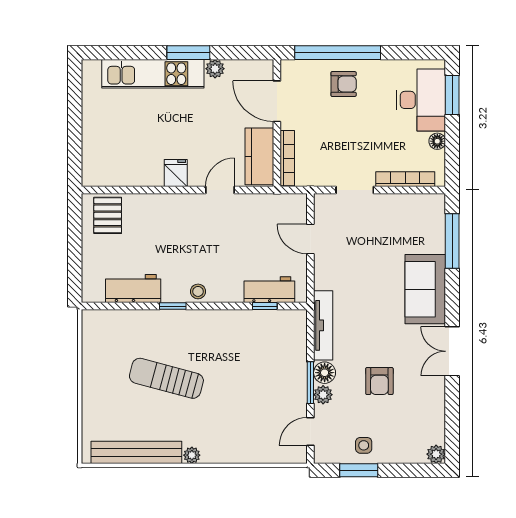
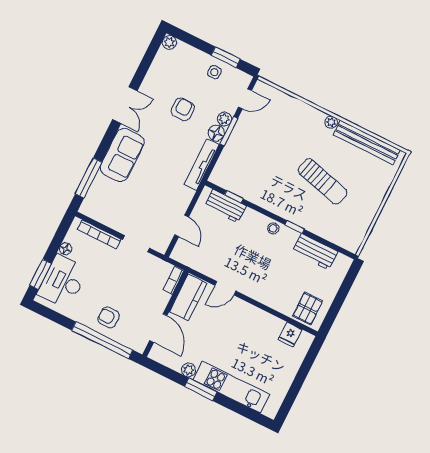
bookcase: (287, 158) -> (174, 280), width x0.64
fridge: (176, 173) -> (290, 334), moved

